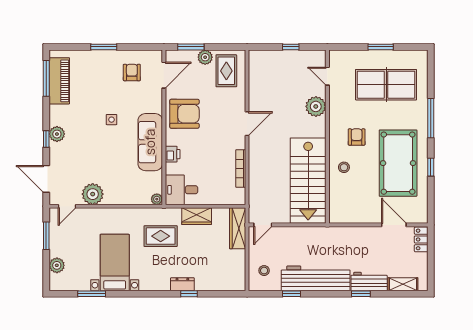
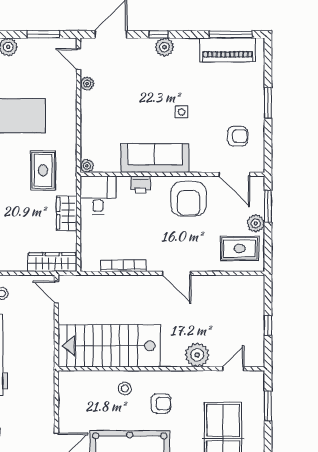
window: (381, 47) -> (268, 406), moved
plant: (93, 194) -> (87, 84), width x0.53, depth x0.53

